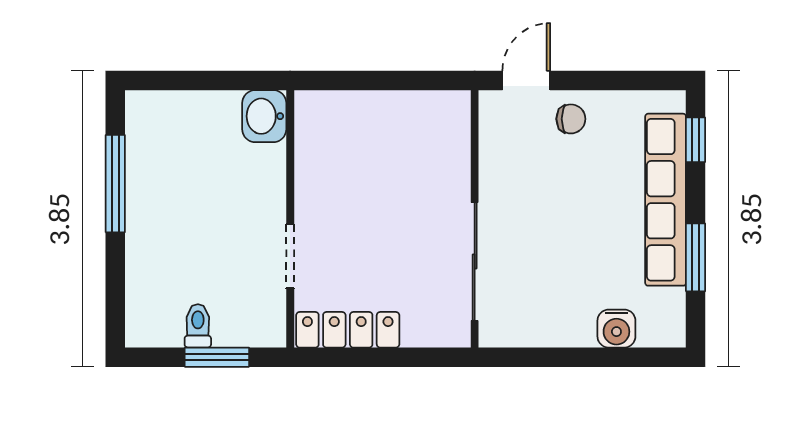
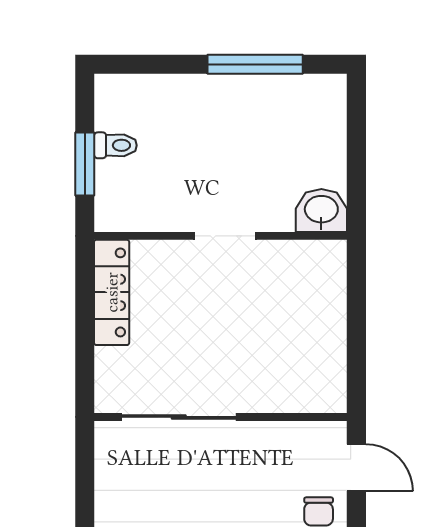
doorway: (290, 256) -> (225, 236), moved

